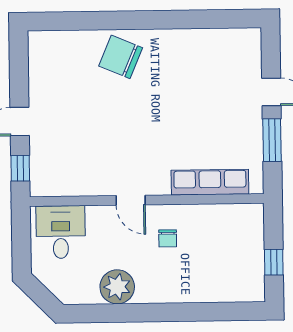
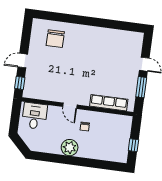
chair: (121, 57) -> (55, 39), moved, turned -113
plant: (117, 287) -> (70, 148), moved

